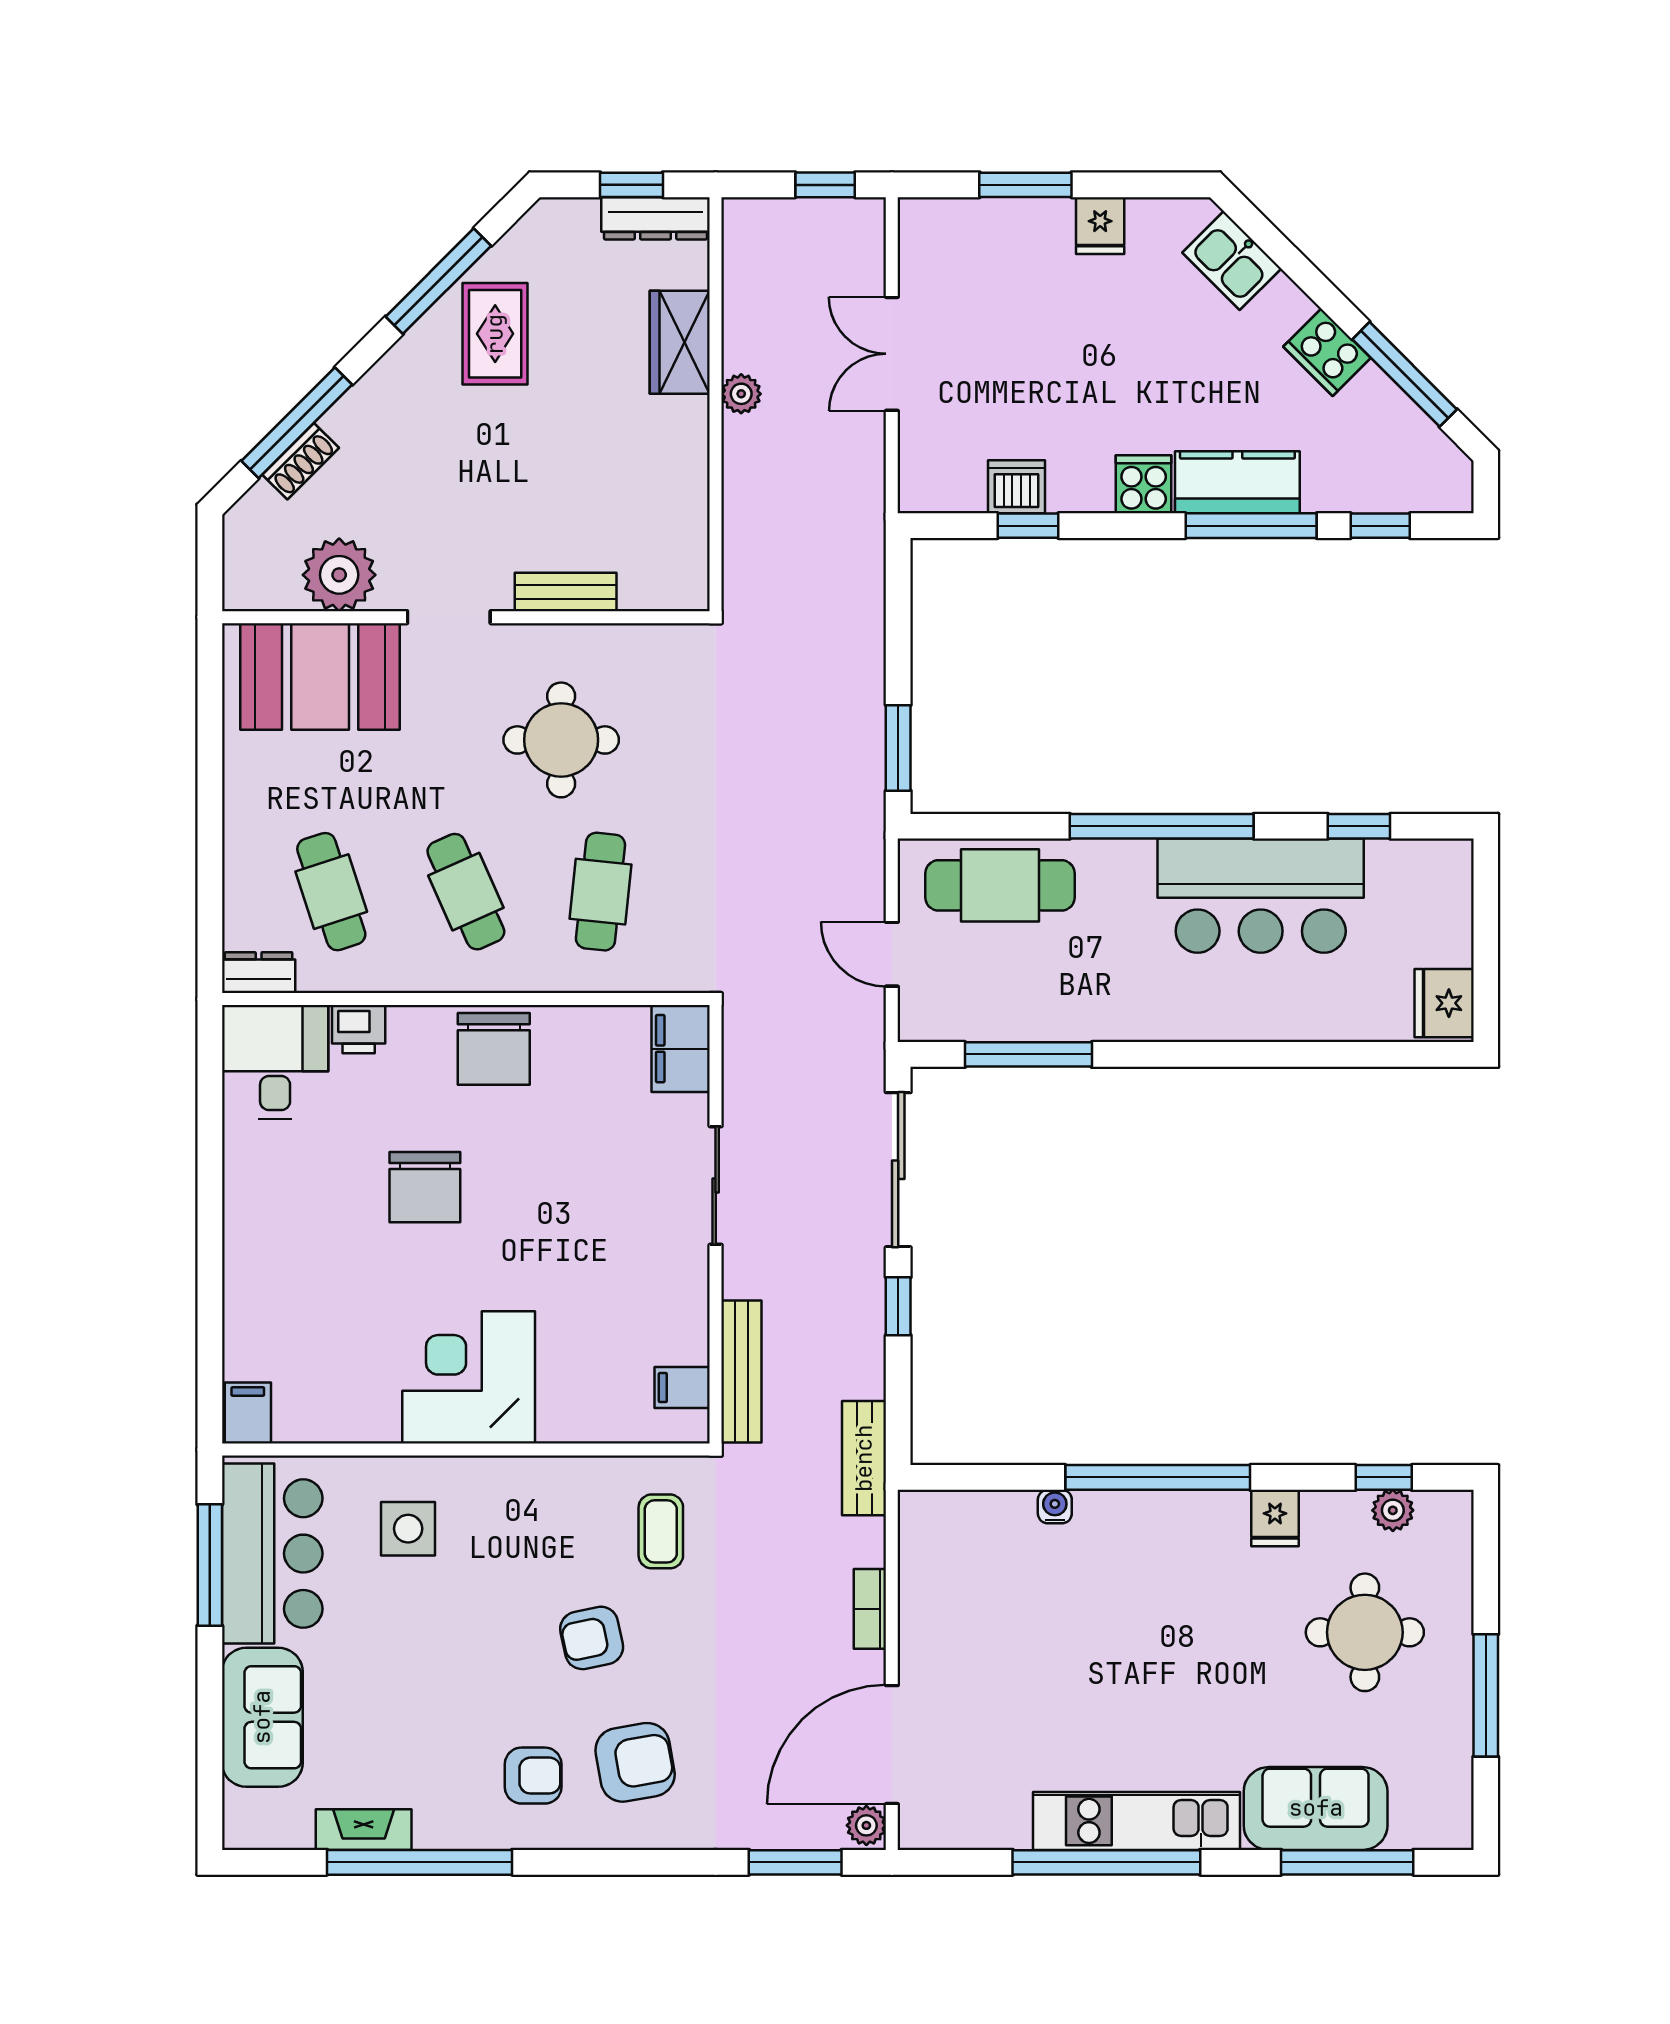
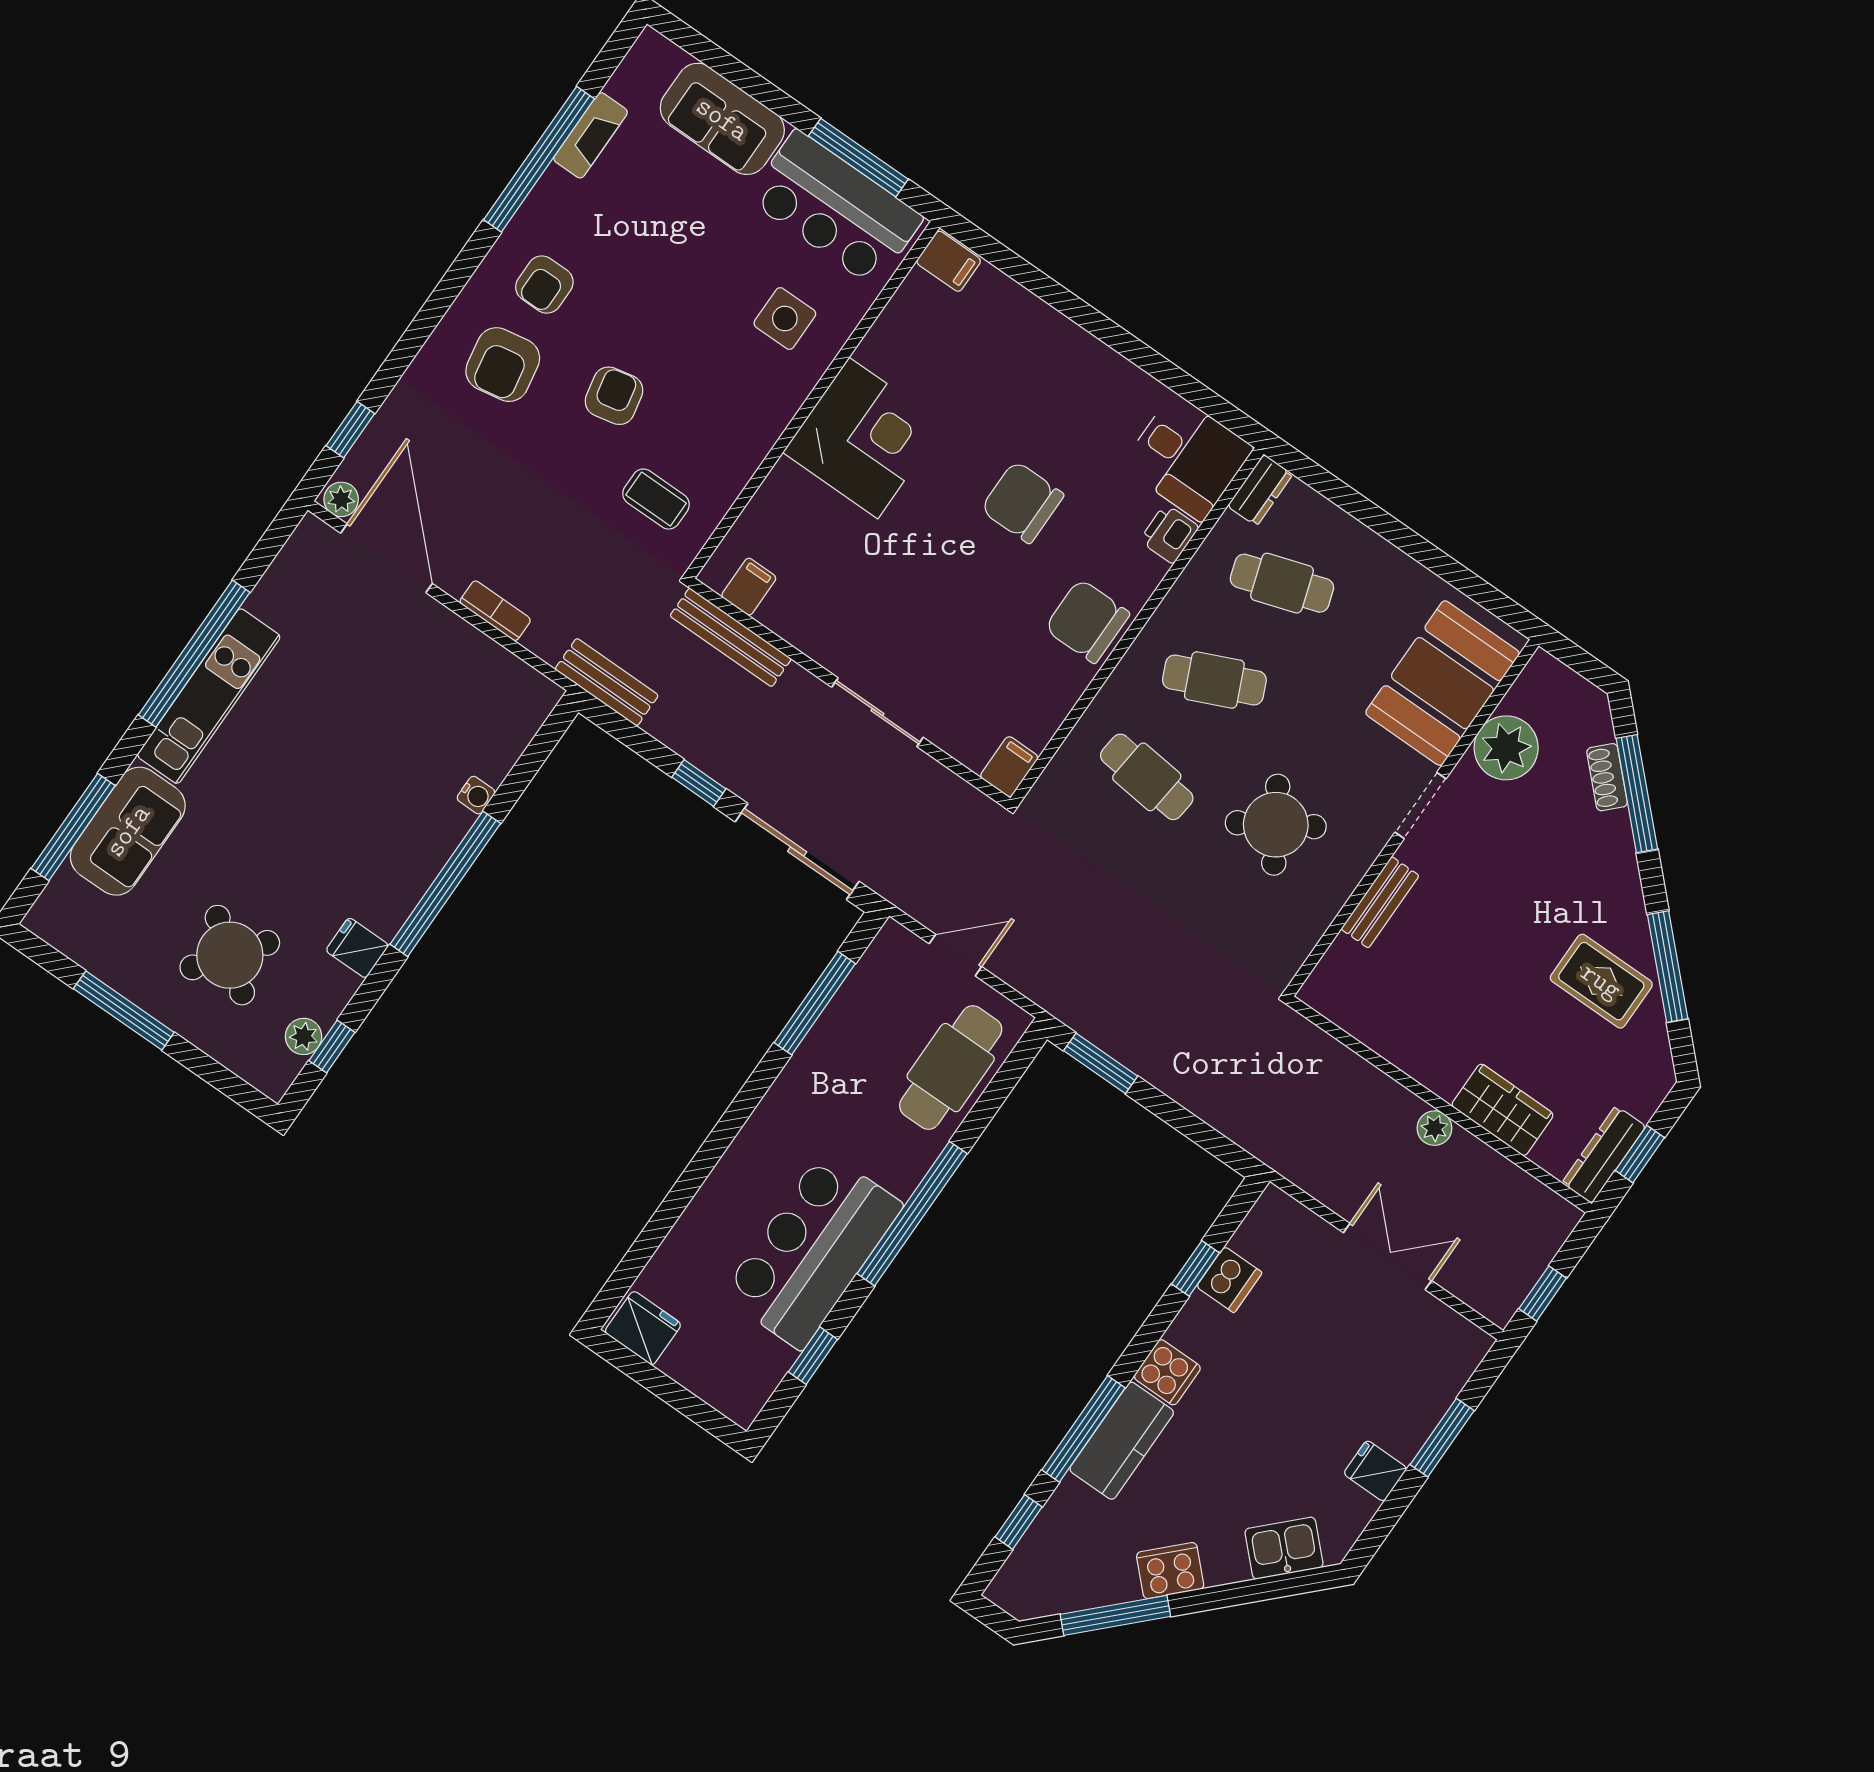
round table: (561, 740) -> (1276, 825), turned -32
filing cabinet: (681, 1049) -> (1009, 767), width x0.50
round table: (1365, 1632) -> (230, 955), turned 37
window: (795, 1862) -> (350, 430), width x0.67

